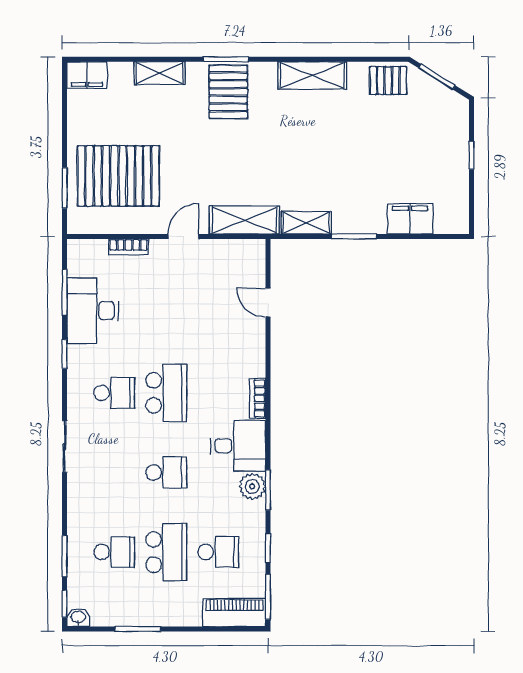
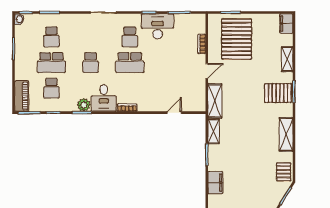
door: (183, 236) -> (207, 71), hinge flipped
desk: (93, 311) -> (158, 26), moved

